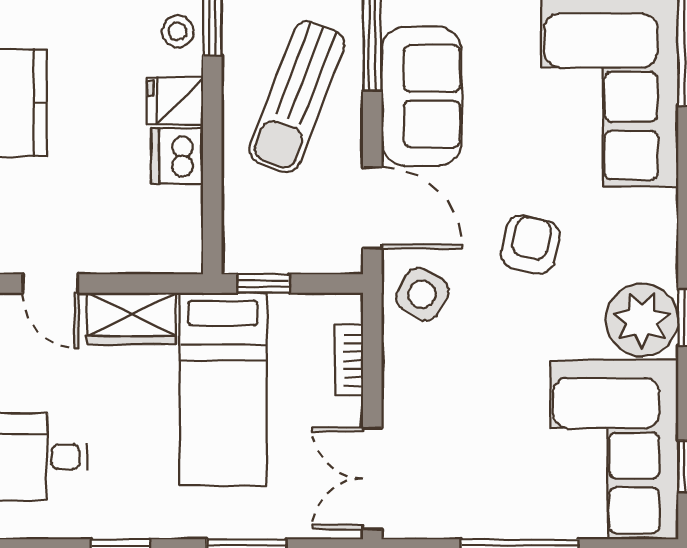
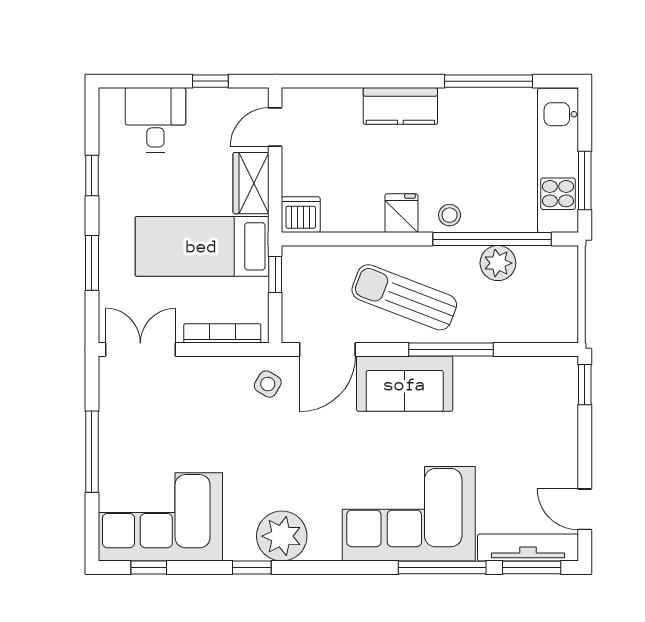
dishwasher: (177, 156) -> (301, 215), moved
armchair: (530, 244) -> (302, 459), removed
side table: (422, 294) -> (268, 384), width x0.73, depth x0.73
plant: (642, 320) -> (282, 536), moved
bookcase: (349, 360) -> (222, 333), width x1.56

